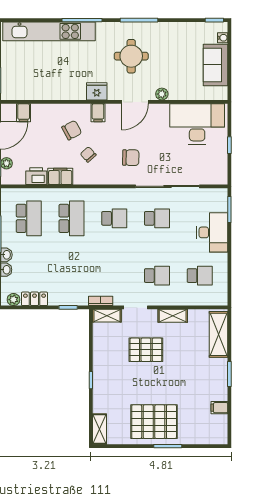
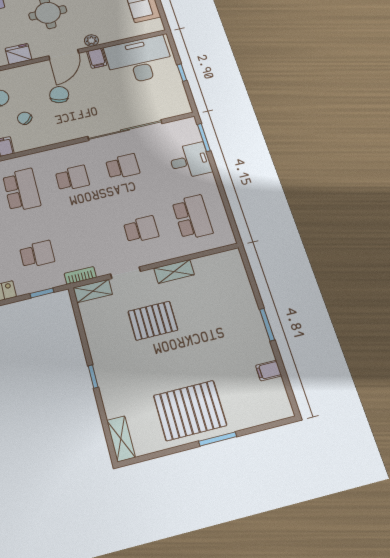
filing cabinet: (98, 113) -> (97, 58), moved
chair: (131, 158) -> (59, 95), moved, turned -76
desk: (212, 232) -> (190, 161), width x0.73
school desk: (72, 276) -> (37, 254), added
school desk: (200, 276) -> (192, 217), width x1.85
shelving: (219, 334) -> (237, 280), removed

